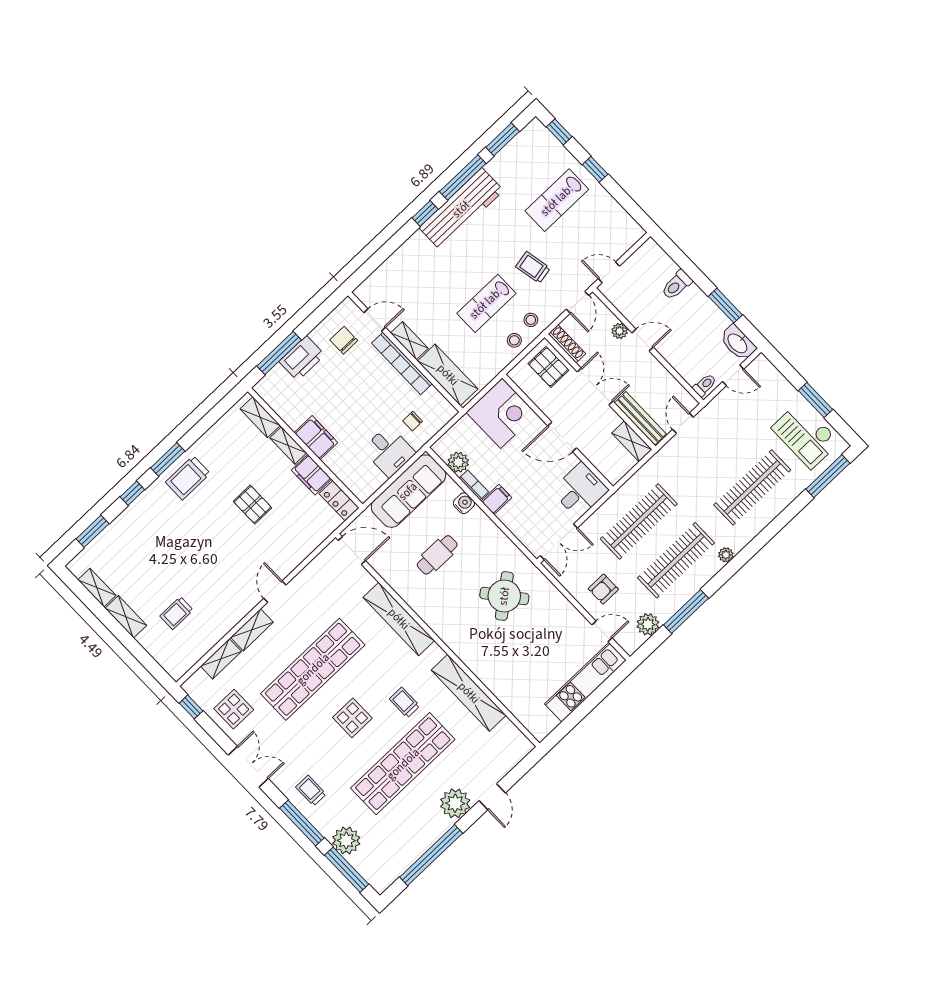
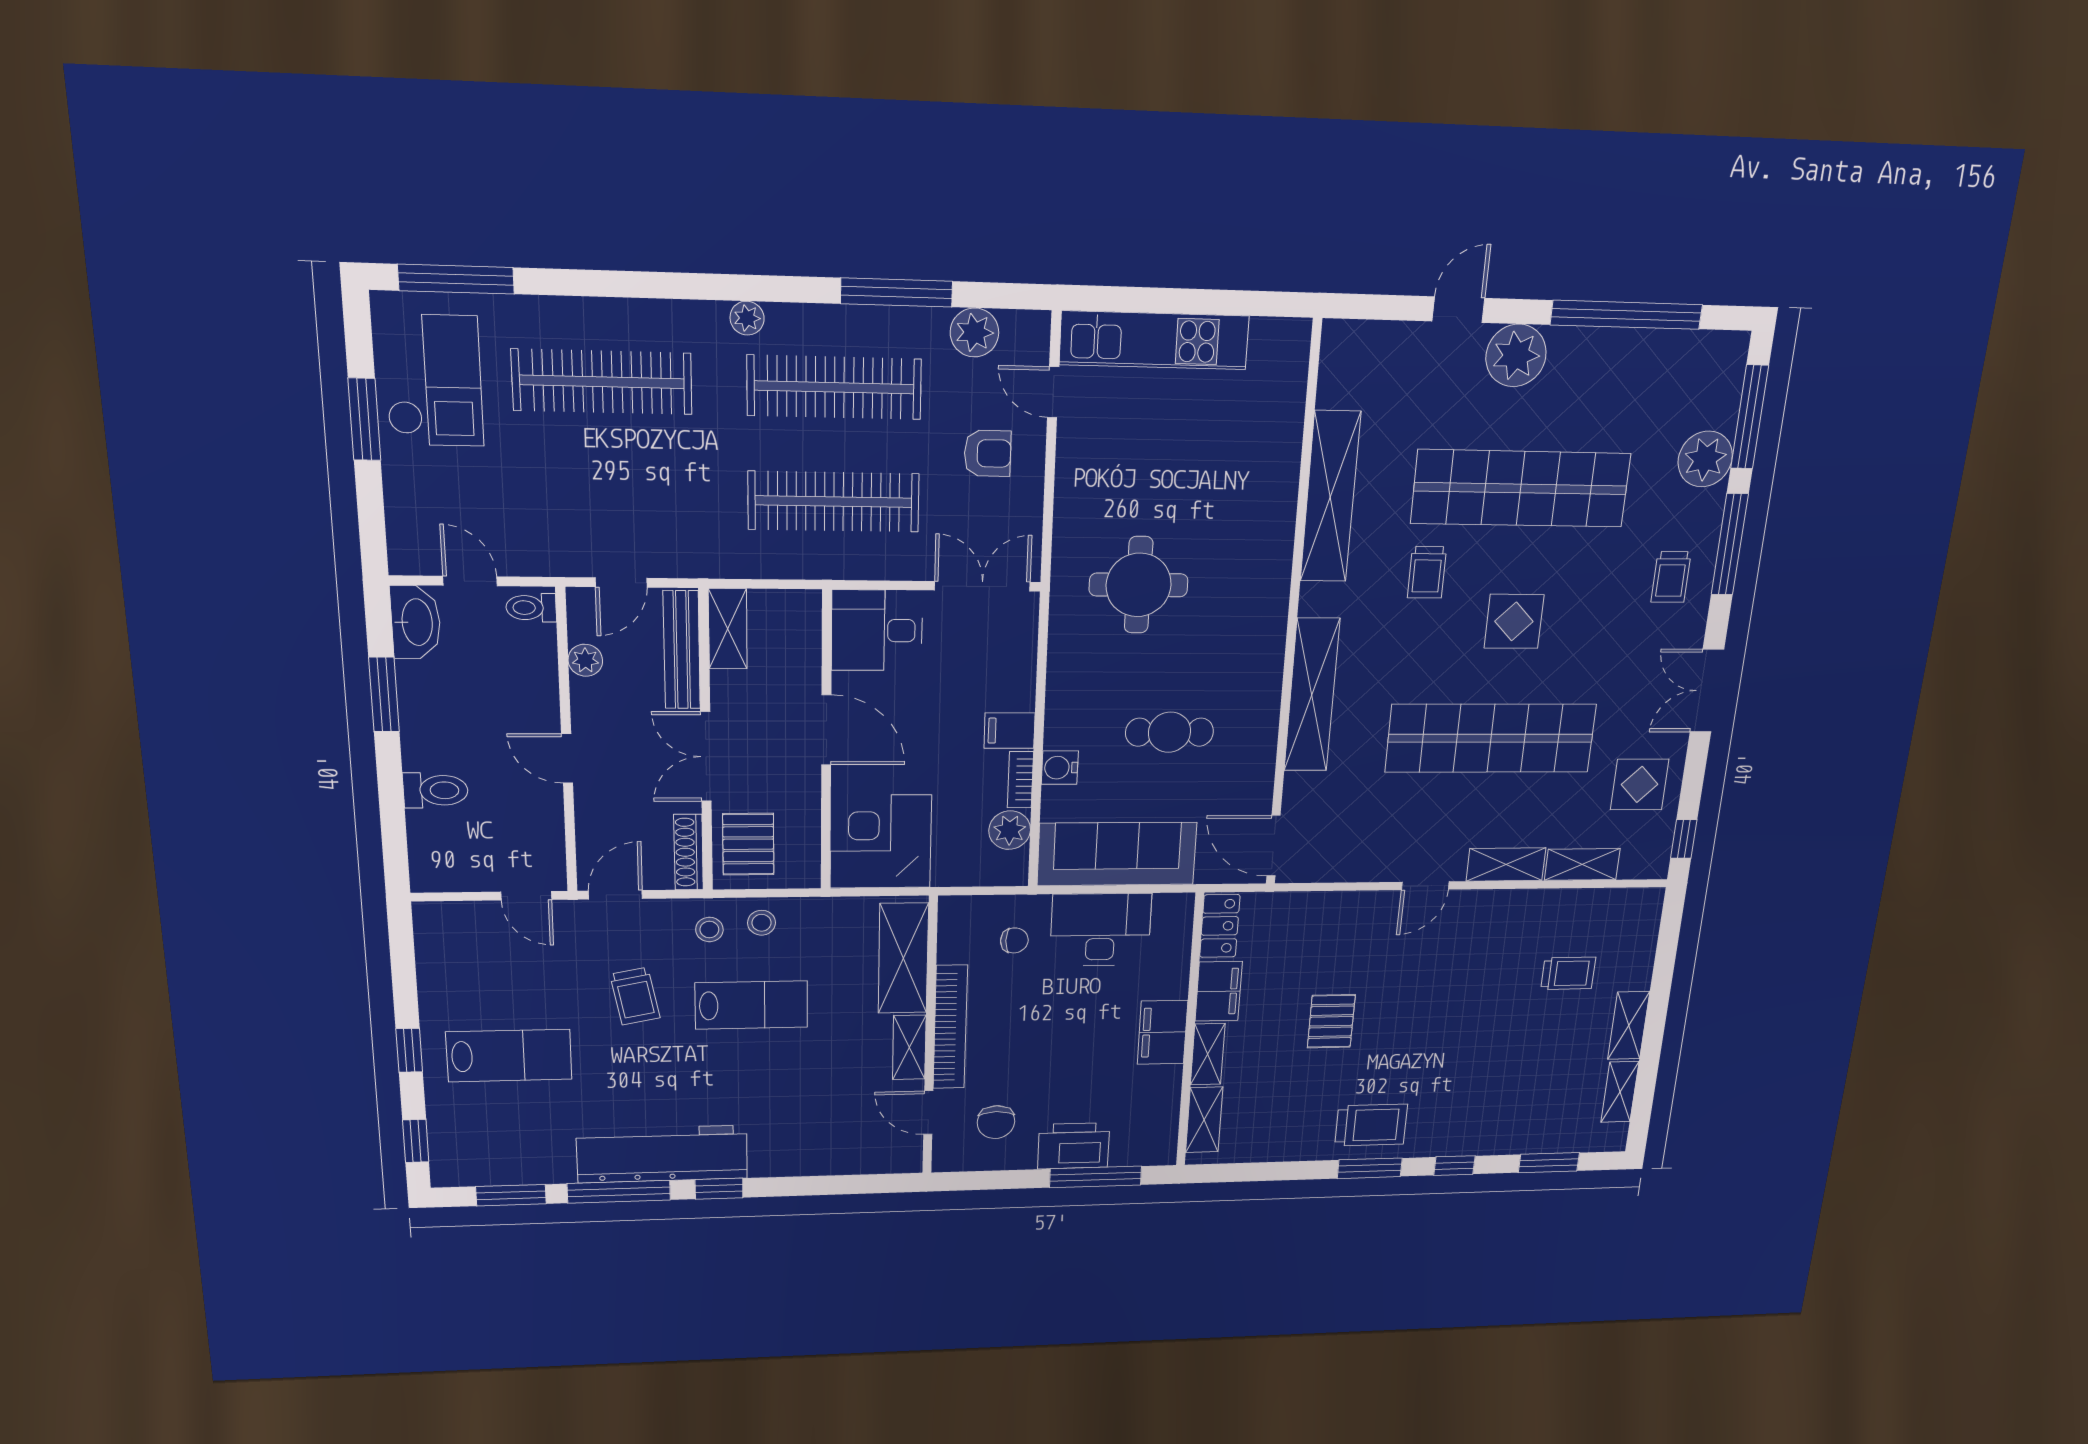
plant: (620, 331) -> (585, 660), moved
desk: (389, 451) -> (1101, 930), width x1.37
round table: (504, 596) -> (1139, 585), turned 38

